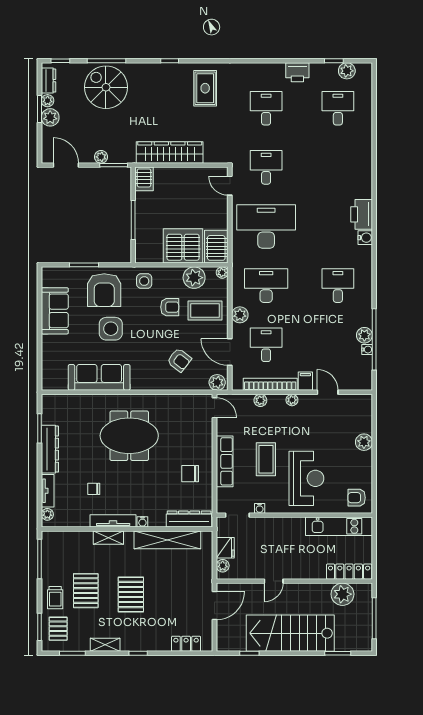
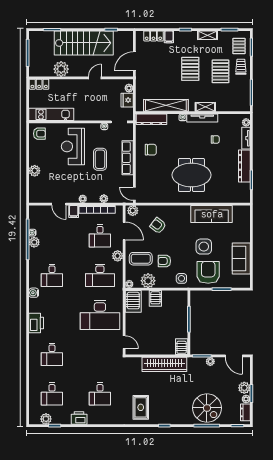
desk: (266, 167) -> (52, 354), moved
water cooler: (365, 238) -> (34, 293), moved
server rack: (183, 246) -> (155, 298), width x0.46, depth x0.70
locker: (349, 572) -> (39, 84), width x0.66
plant: (342, 594) -> (61, 69), moved
filing cabinet: (163, 642) -> (169, 37), added

